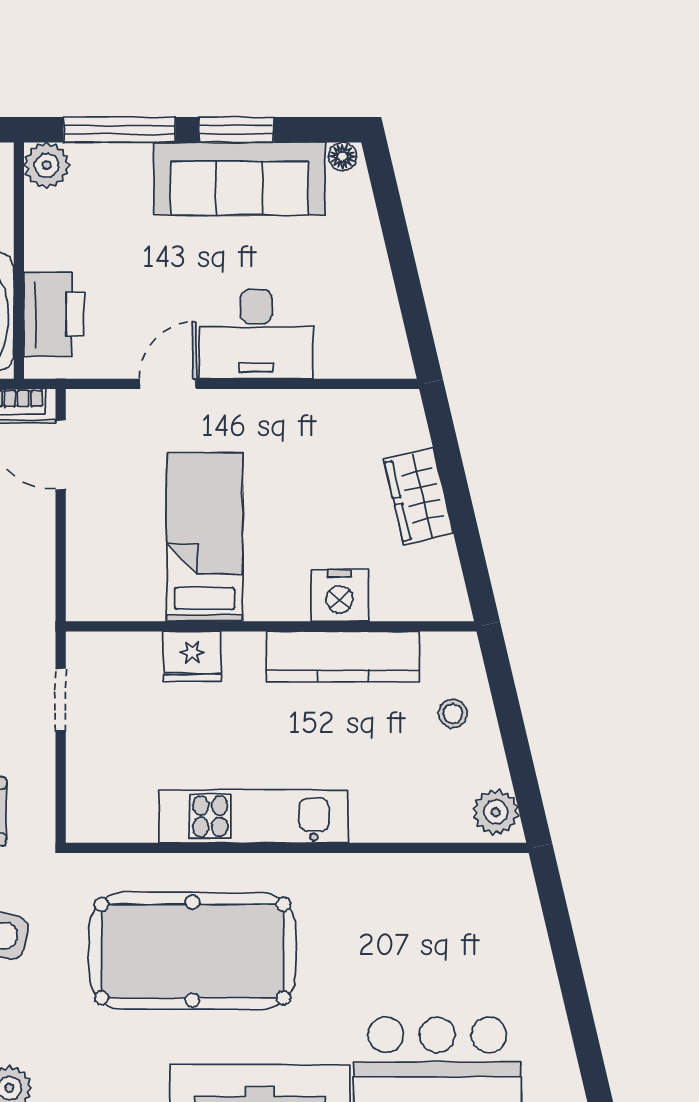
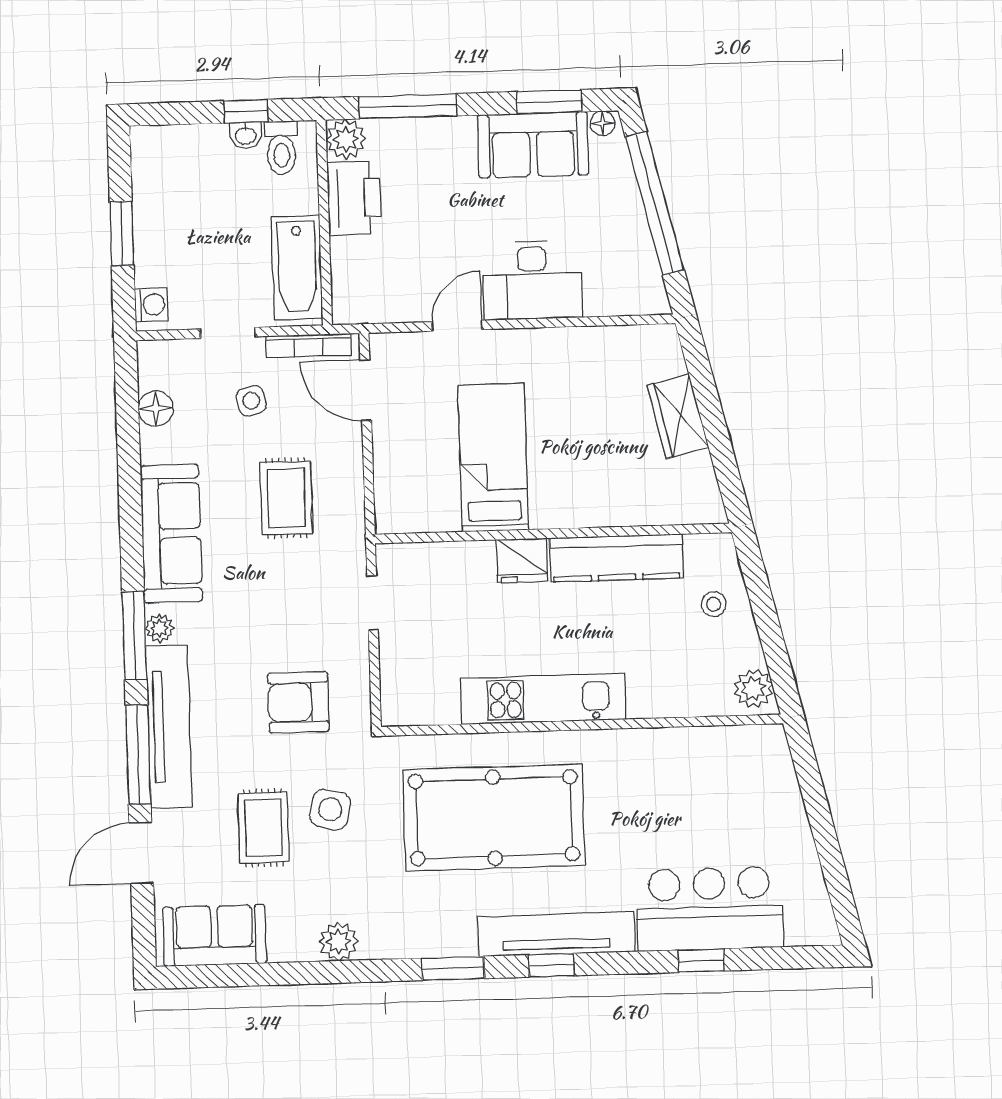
window: (236, 130) -> (549, 102), moved
sofa: (239, 179) -> (533, 145), width x0.73
window: (400, 250) -> (655, 203), added
printer: (54, 314) -> (354, 198), moved
nightstand: (340, 595) -> (612, 505), removed
fridge: (192, 656) -> (522, 560), moved

